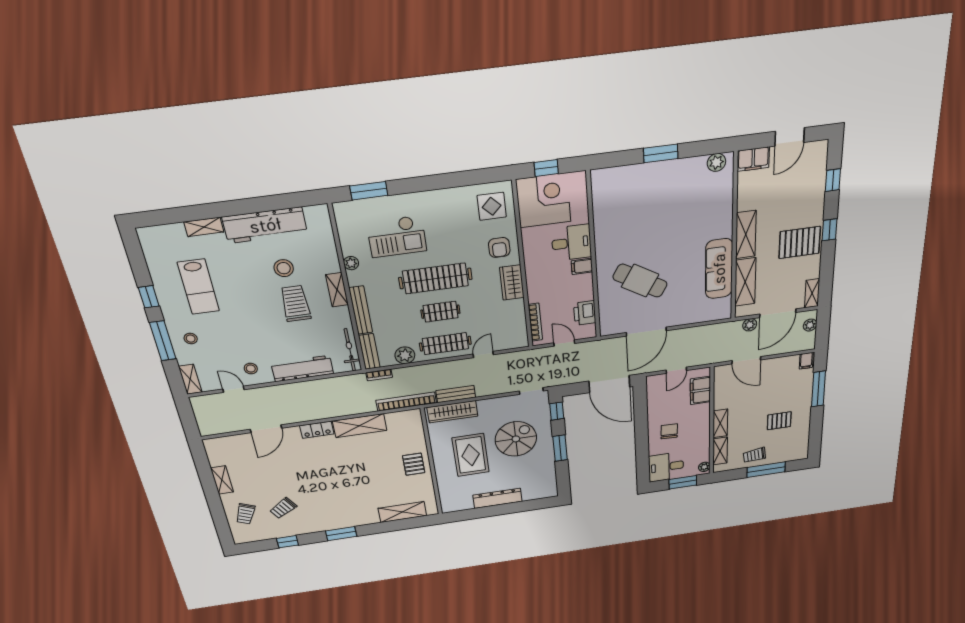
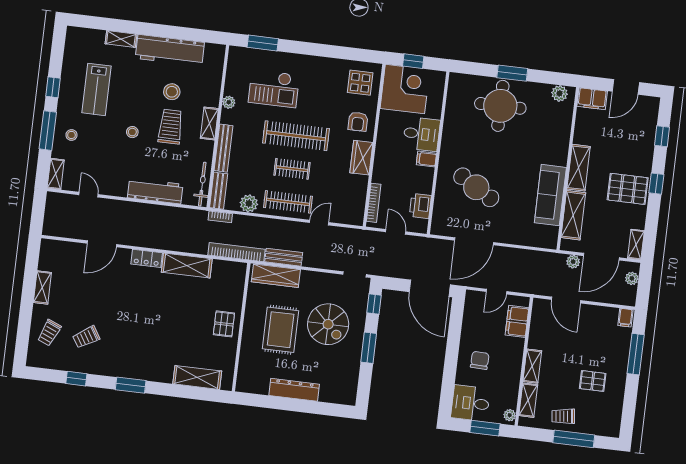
round table: (653, 192) -> (500, 106), added
stool: (251, 369) -> (132, 132), moved
spiral stairs: (516, 439) -> (328, 324), turned 90

